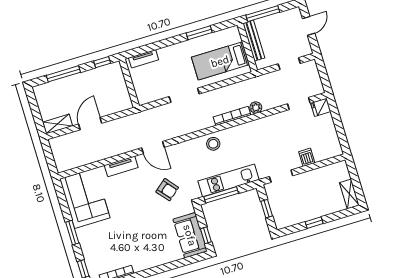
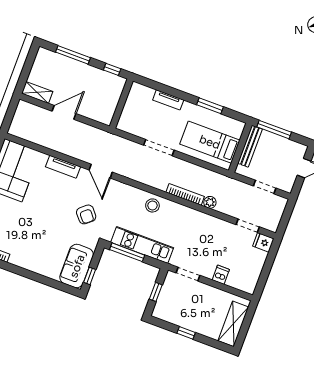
tv unit: (144, 59) -> (168, 100), moved
shelving: (349, 194) -> (233, 324), width x1.50, depth x1.33

